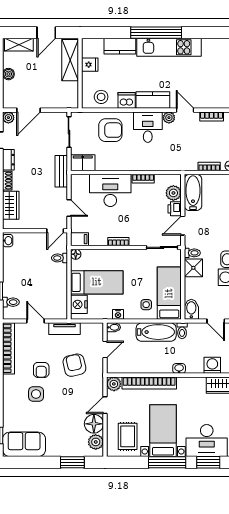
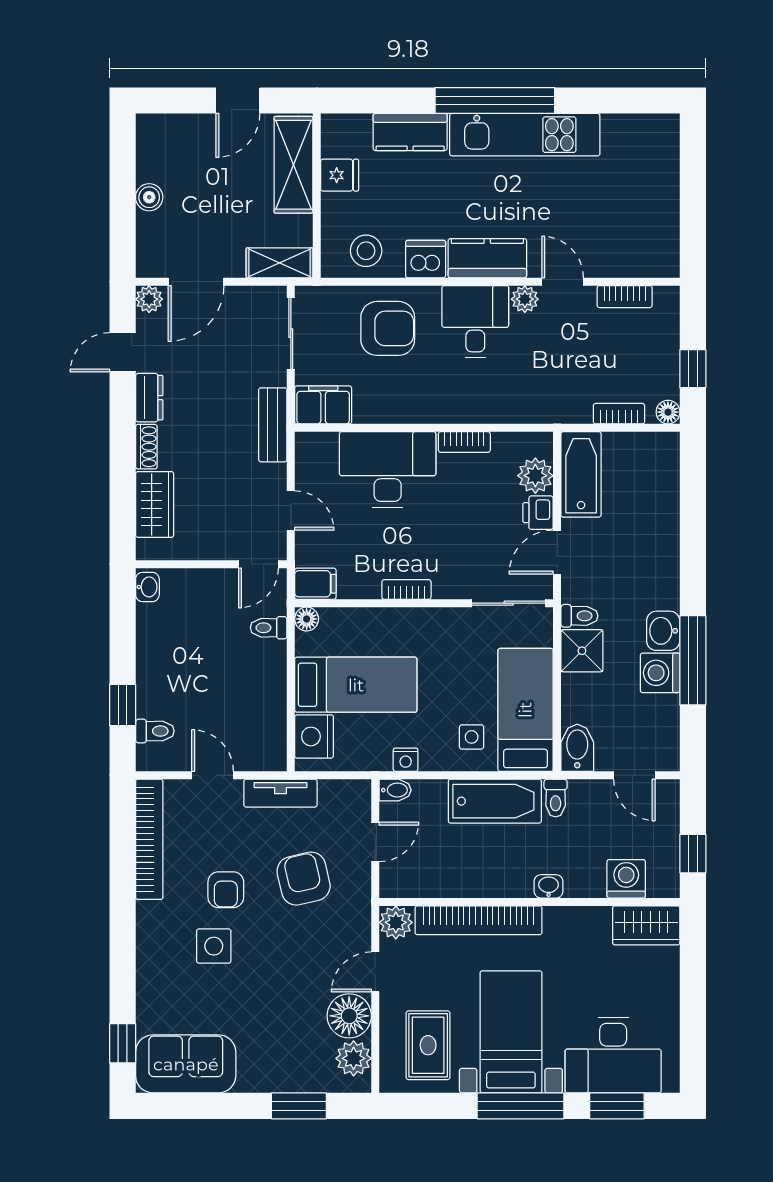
shelving: (19, 45) -> (280, 263), moved

